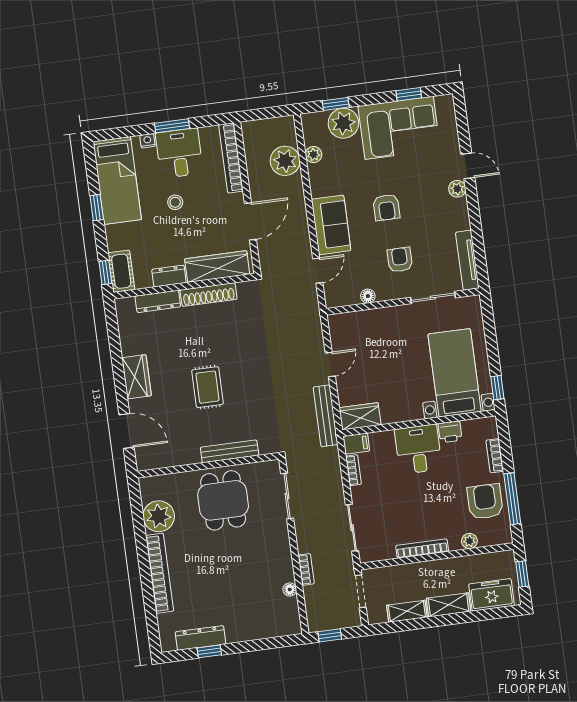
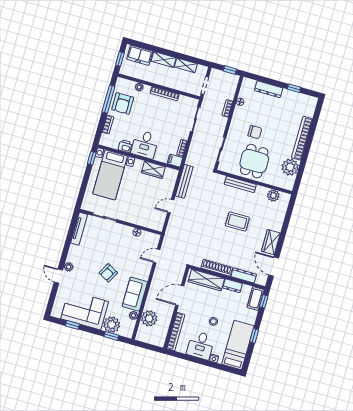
window: (172, 126) -> (198, 361), removed
armchair: (386, 207) -> (108, 273), turned -151
sofa: (331, 225) -> (135, 294), moved
armchair: (400, 260) -> (113, 244), removed
rug: (207, 387) -> (237, 221), turned 90
wardrobe: (360, 416) -> (153, 170), moved
door: (126, 431) -> (274, 267), moved
plant: (166, 457) -> (273, 195), added
chair: (243, 550) -> (255, 132), added
dresser: (200, 638) -> (269, 89), moved

